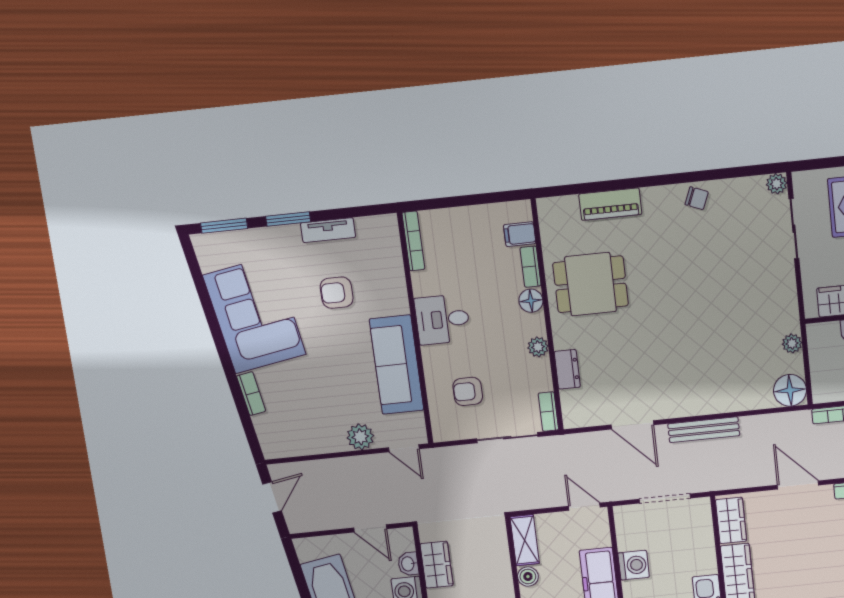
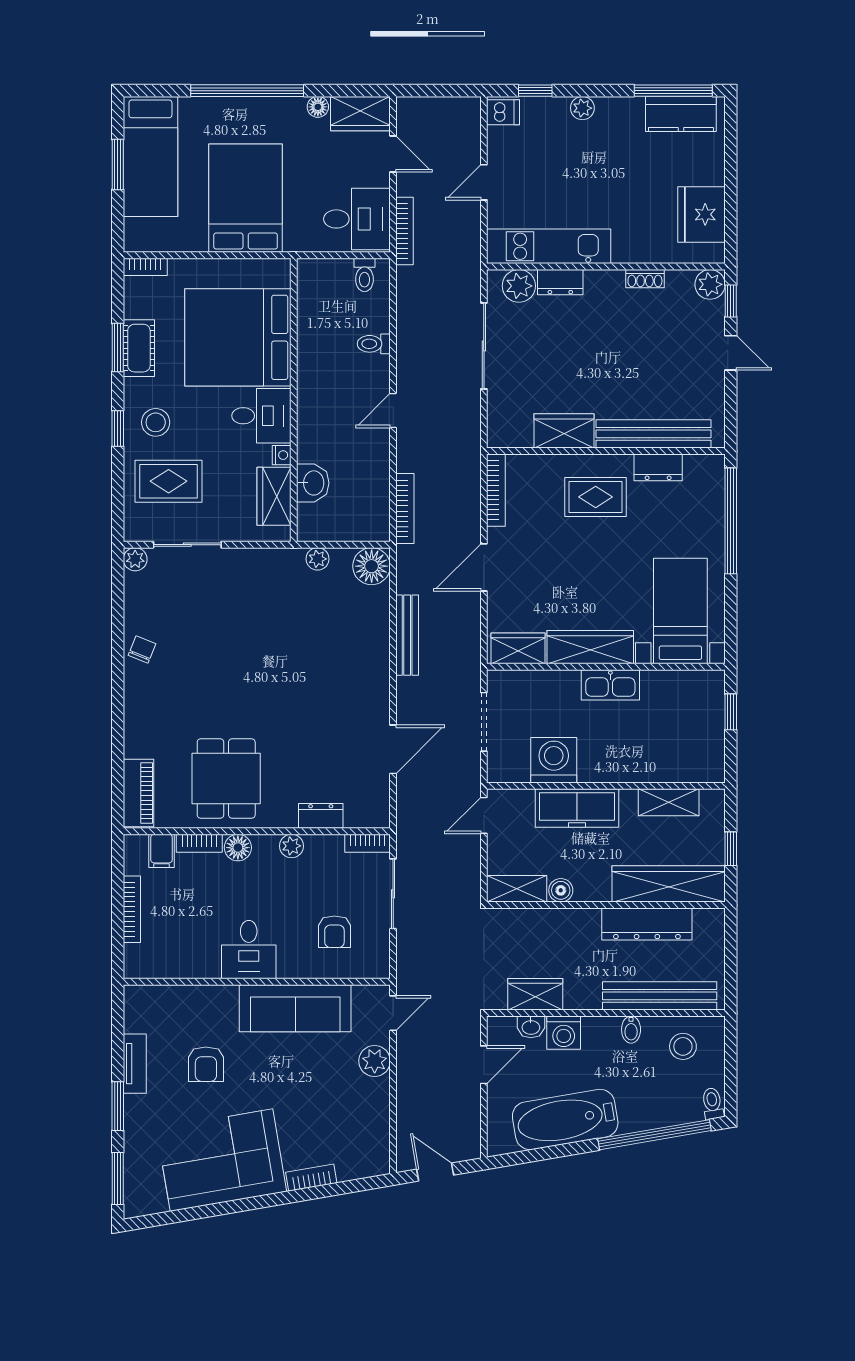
piano: (610, 204) -> (139, 793), moved
bookcase: (413, 241) -> (132, 909), moved, turned 90
bench: (704, 430) -> (407, 635), moved
washing machine: (634, 565) -> (554, 760), width x1.37, depth x1.37

